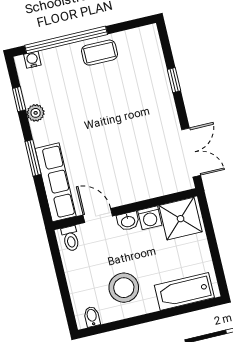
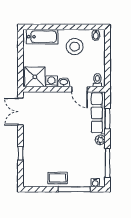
window: (66, 40) -> (74, 189), width x0.68
window: (19, 99) -> (107, 163), width x2.17
plant: (36, 113) -> (100, 140), moved
window: (33, 158) -> (107, 119), moved

